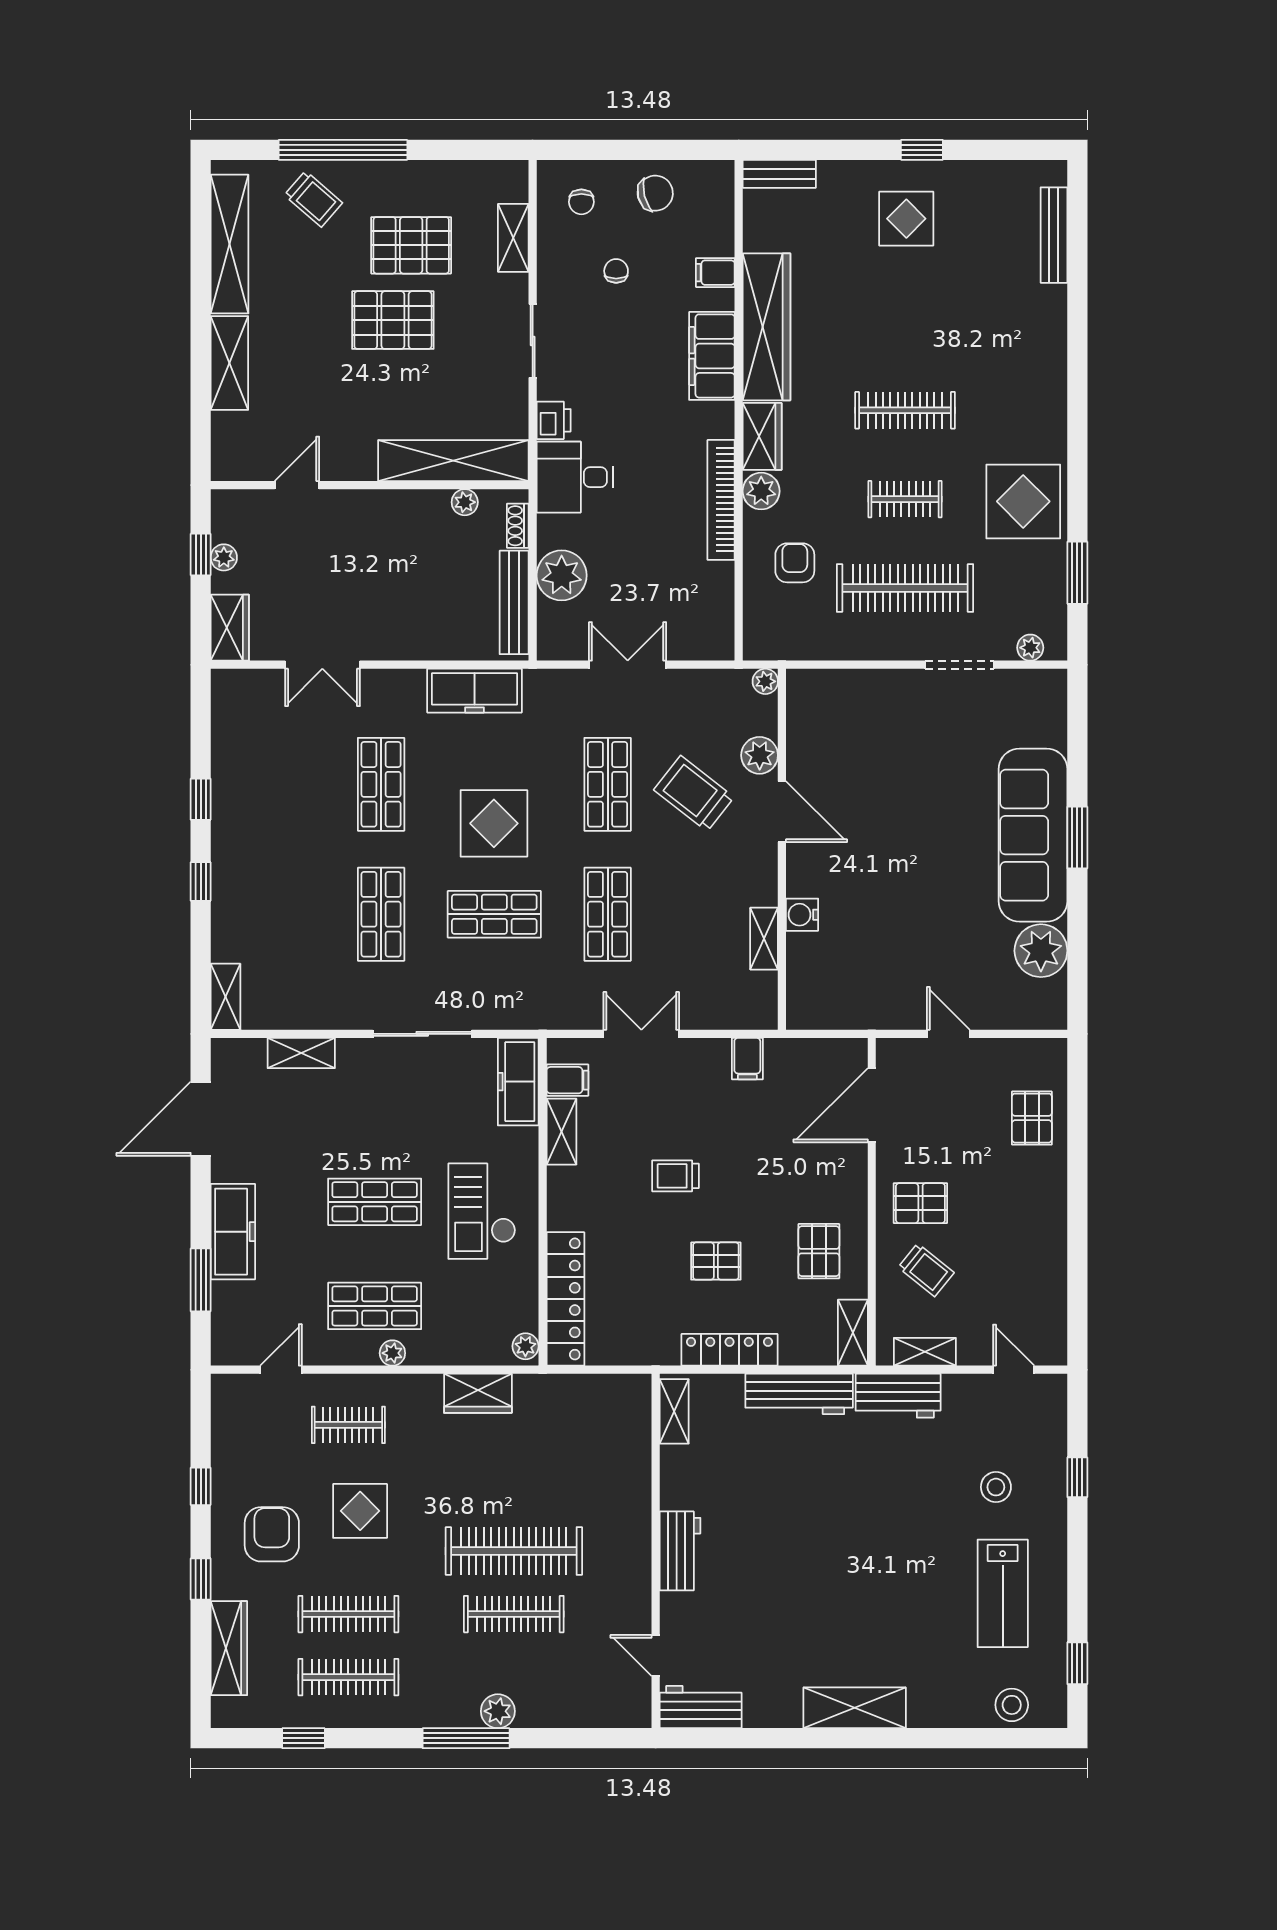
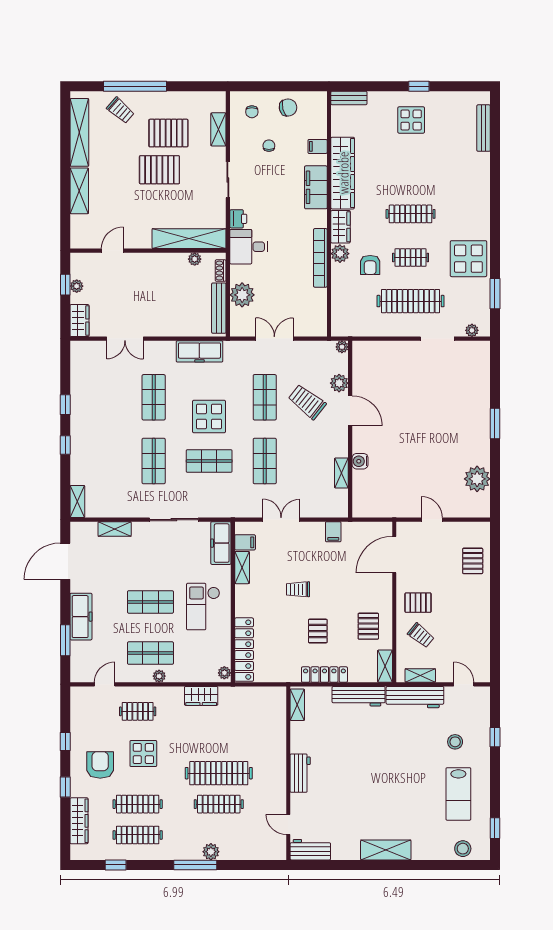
armchair: (795, 563) -> (370, 265), moved, turned 180
sofa: (1033, 835) -> (473, 422), removed
pallet: (716, 1261) -> (318, 631), turned 90
workbench: (898, 1396) -> (415, 697), width x1.38

